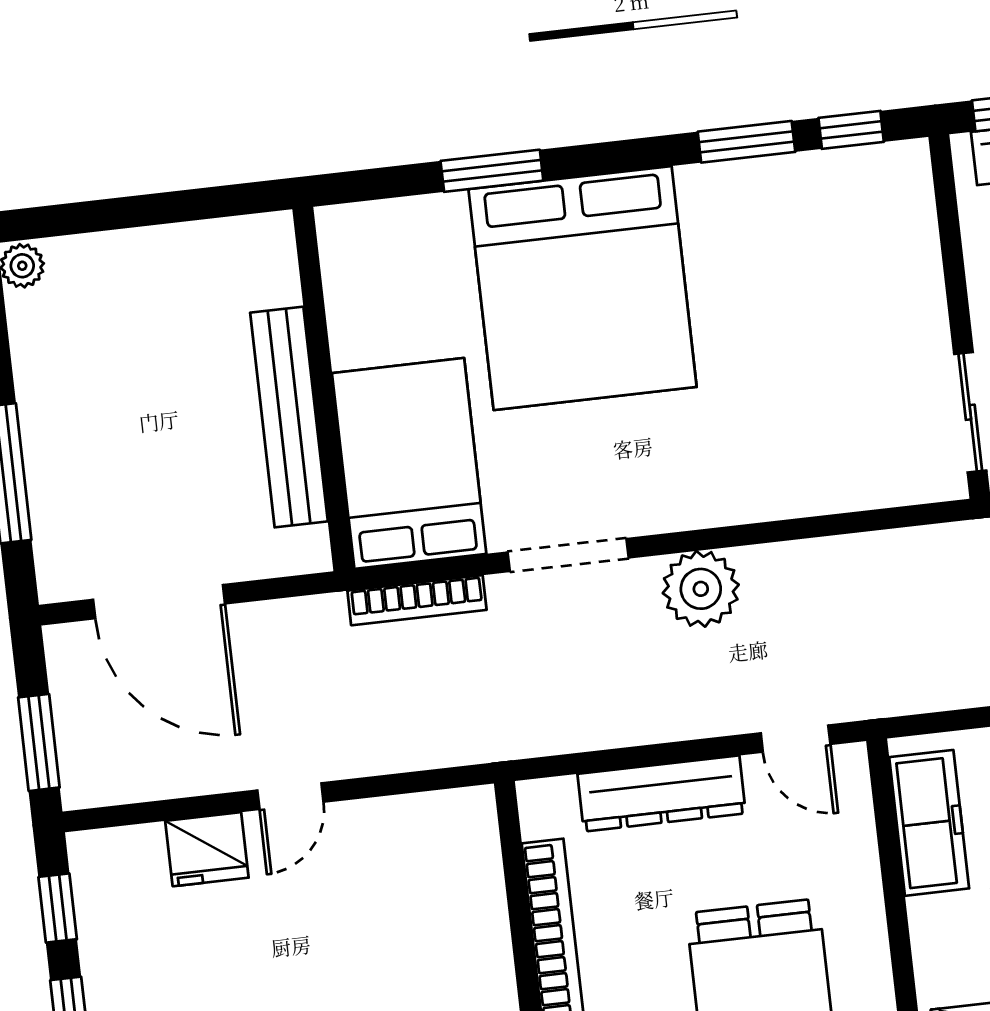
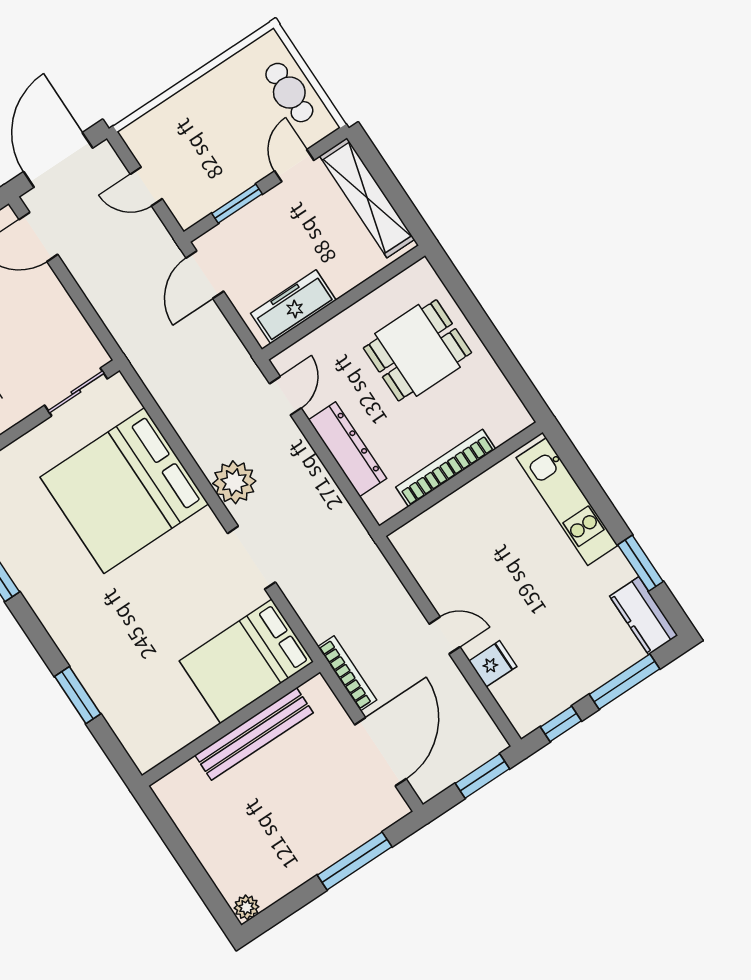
bed: (583, 288) -> (124, 491), moved, turned 180
bookcase: (417, 600) -> (347, 673), moved
fridge: (207, 849) -> (493, 664), width x0.72

